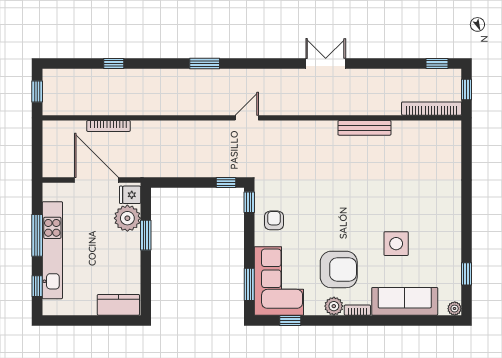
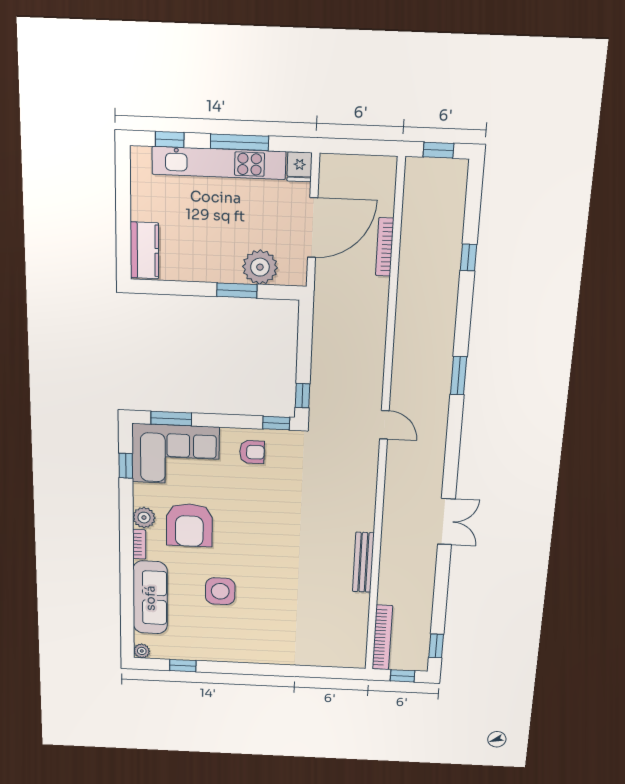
fridge: (130, 195) -> (300, 167), moved, turned 180

